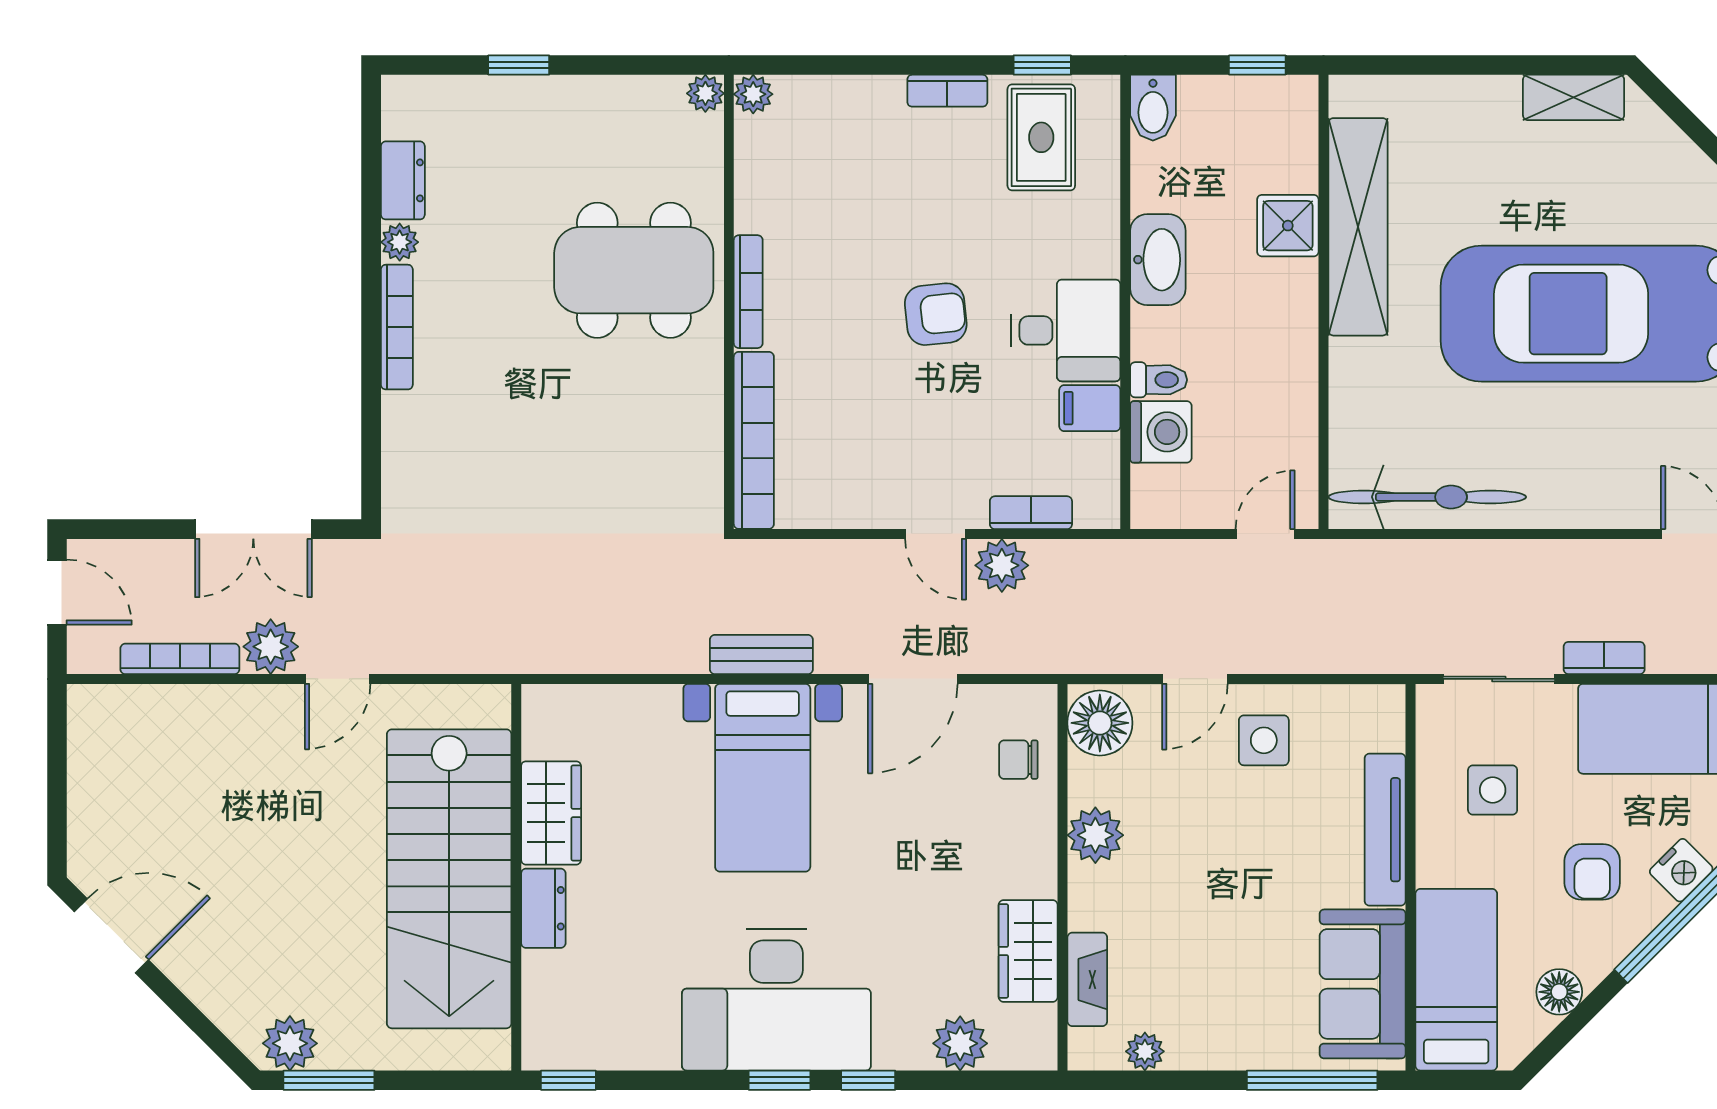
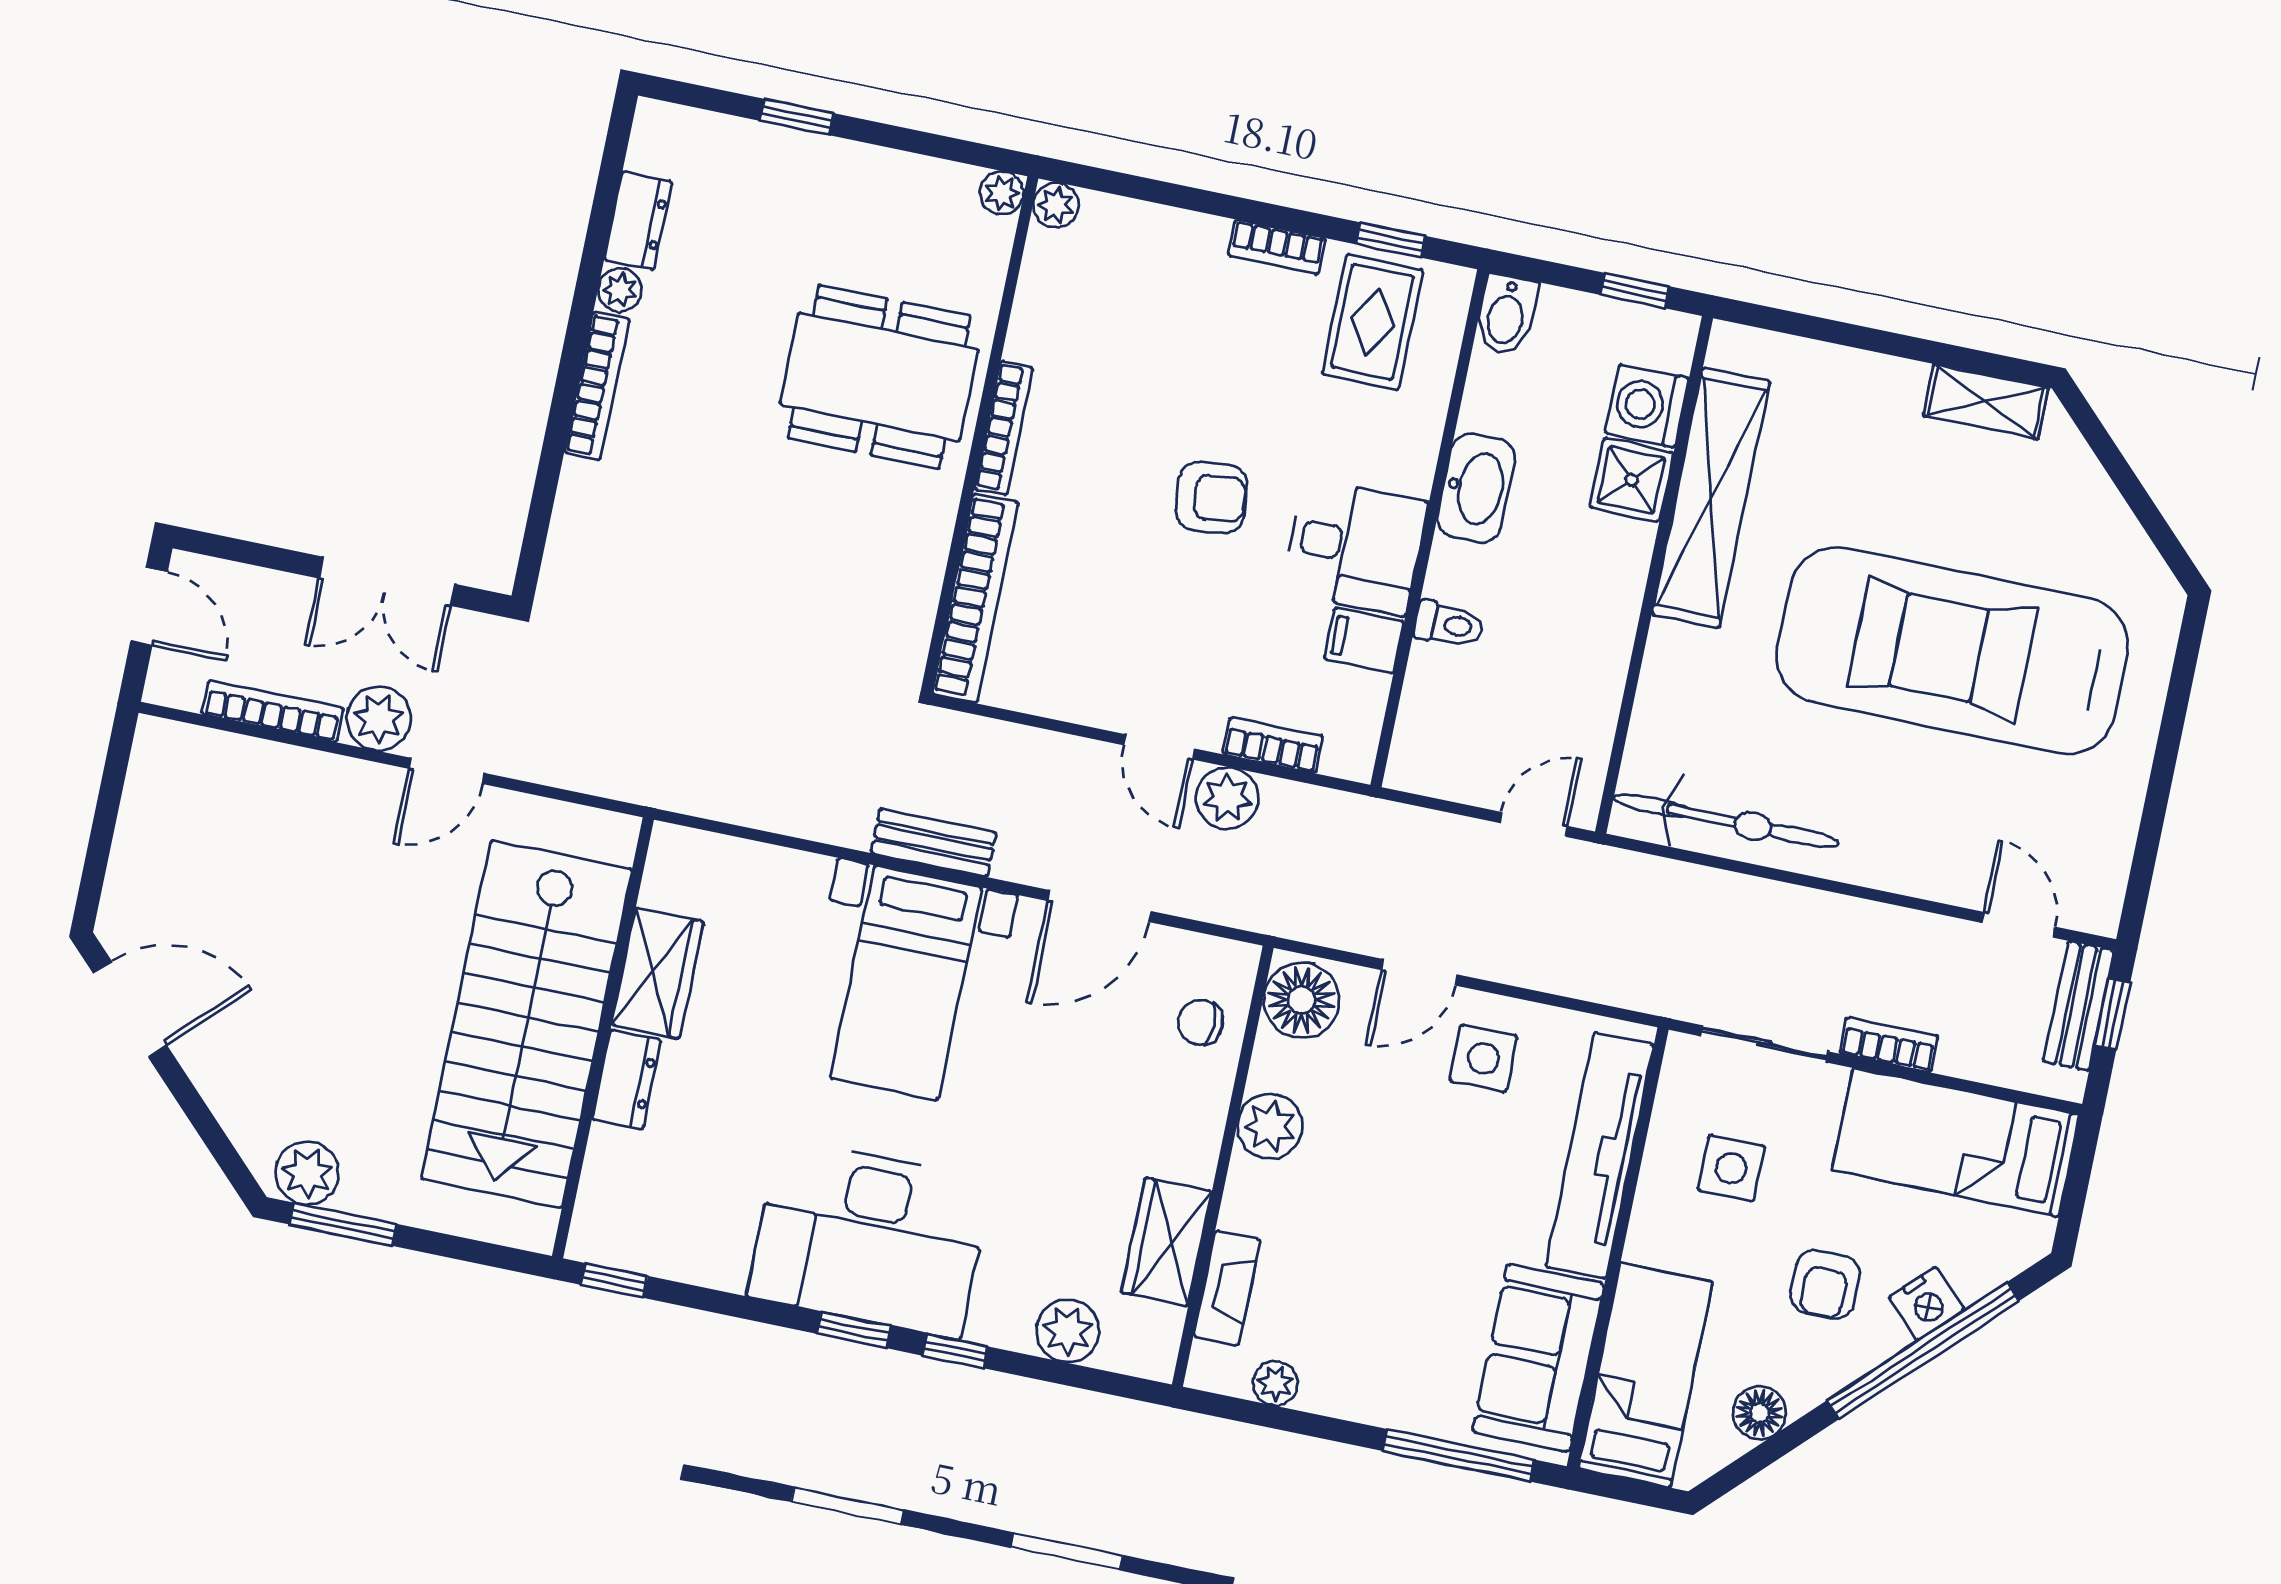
washing machine: (1161, 432) -> (1647, 406), moved, turned 180
tv unit: (1385, 830) -> (1600, 1156), width x1.36, depth x1.29

